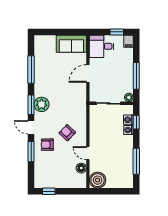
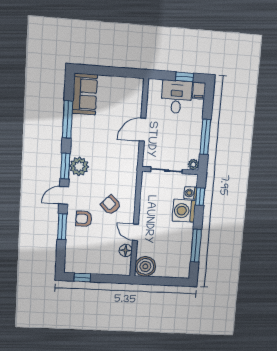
sofa: (71, 44) -> (85, 94), moved, turned -90
desk: (102, 46) -> (176, 97), moved, turned 90
door: (31, 127) -> (64, 195), hinge flipped
washing machine: (129, 130) -> (184, 211), width x1.89, depth x1.89

